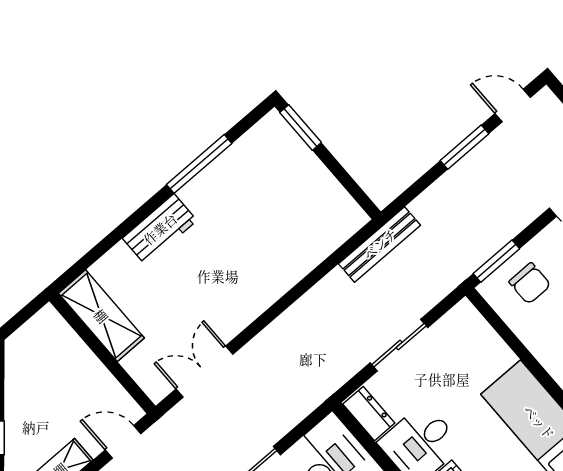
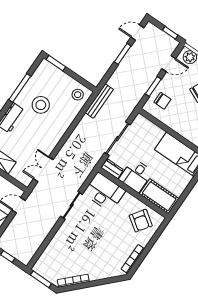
stool: (332, 216) -> (78, 95), added
stool: (238, 217) -> (41, 105), added
window: (496, 261) -> (153, 86), moved
sliding door: (399, 345) -> (117, 139), width x1.37

